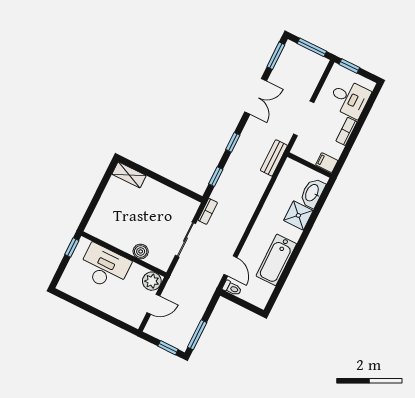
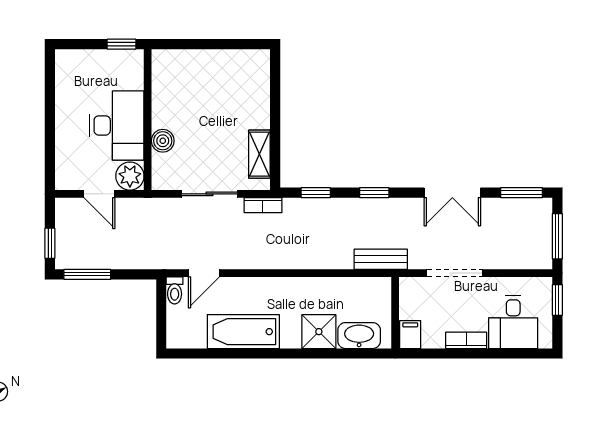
shelving: (129, 175) -> (259, 154), moved
desk: (104, 267) -> (117, 125), moved

